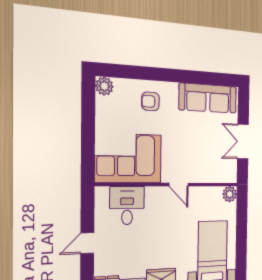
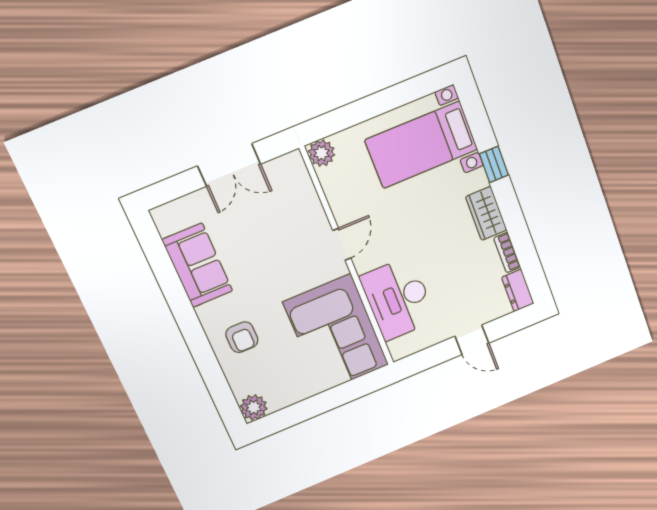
sofa: (208, 98) -> (197, 265), width x0.73
desk: (127, 206) -> (398, 299), width x1.37

